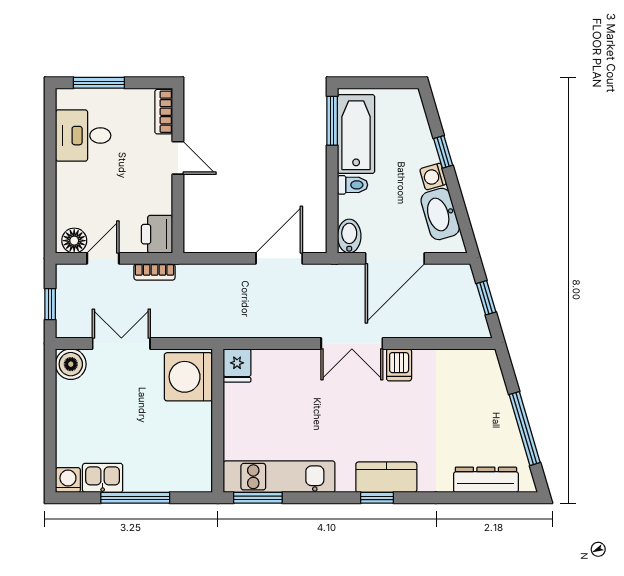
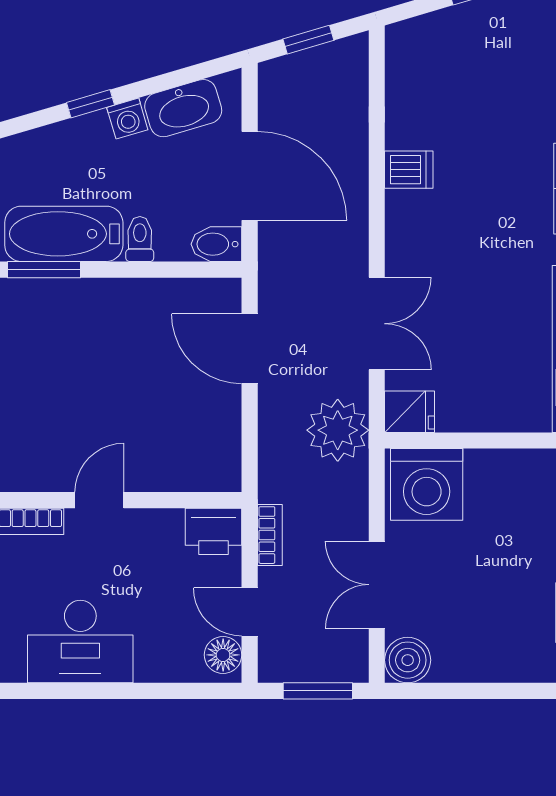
desk: (83, 136) -> (80, 642), width x1.37
window: (50, 304) -> (318, 691), width x1.50
plant: (225, 317) -> (338, 430), added
double door: (352, 343) -> (377, 324), moved

